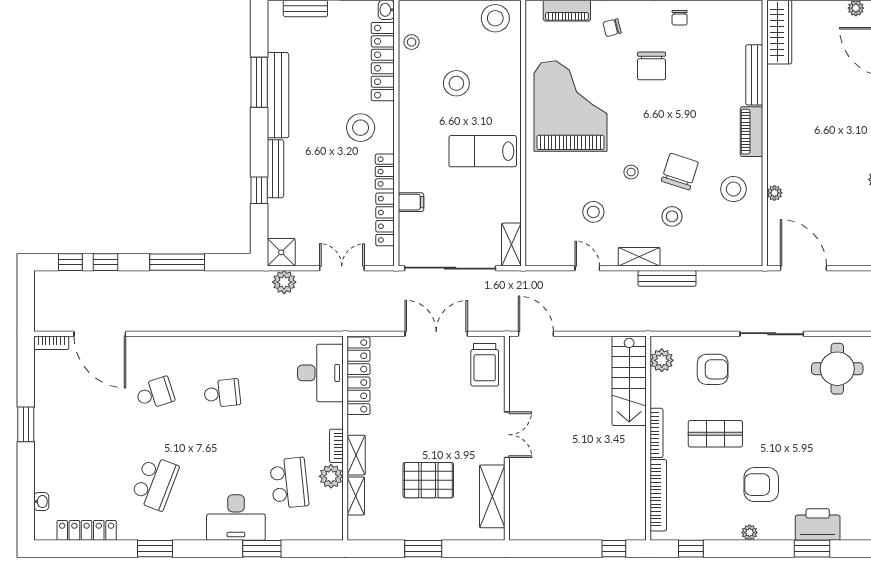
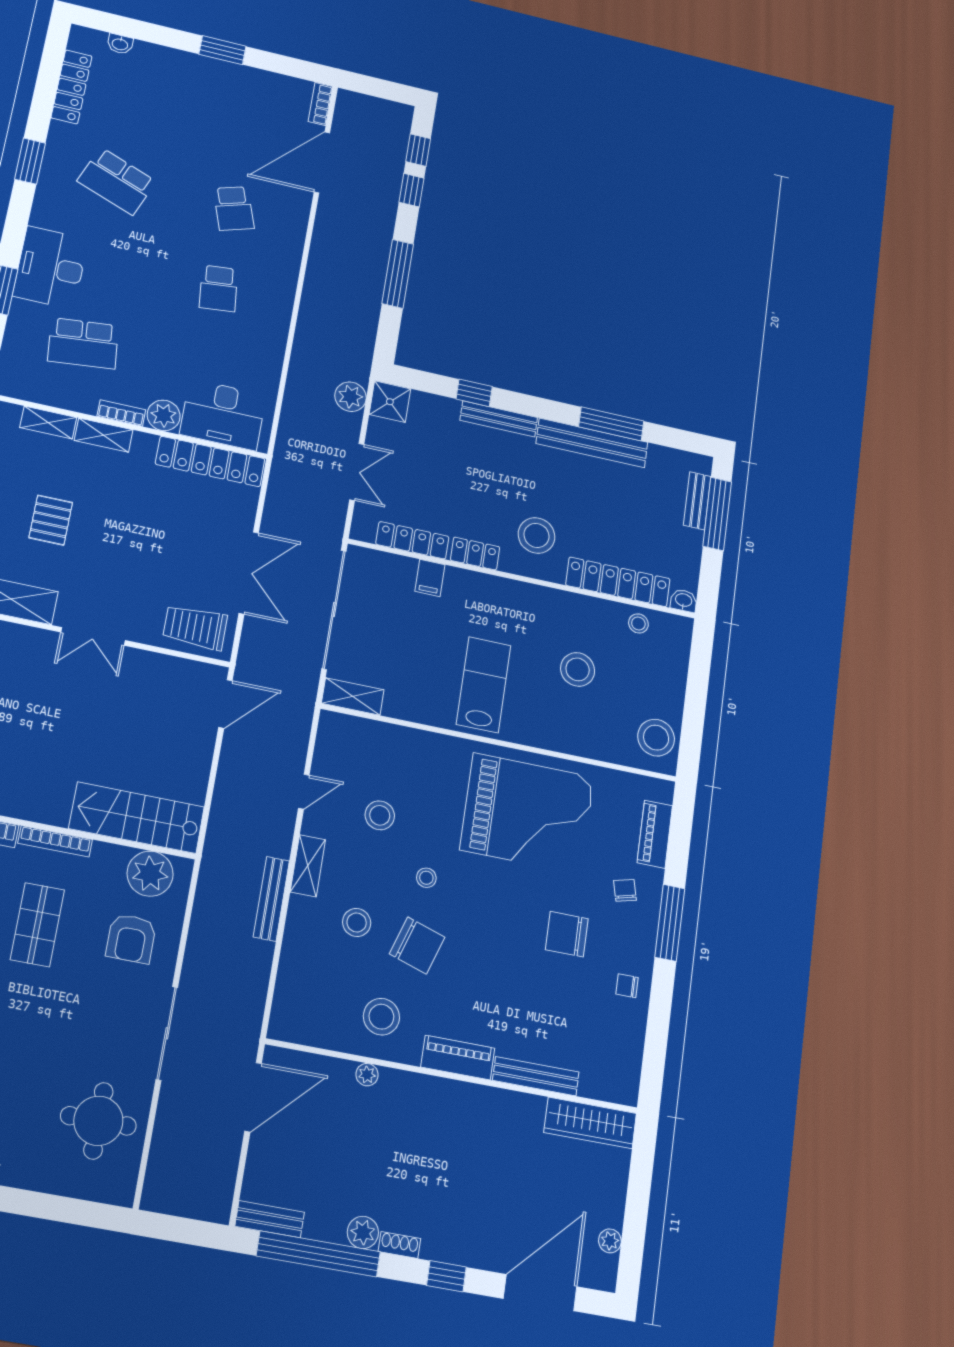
plant: (662, 360) -> (150, 874), width x1.36, depth x1.36
plant: (331, 476) -> (164, 415), moved
pallet: (428, 480) -> (51, 520), width x0.67, depth x0.71

